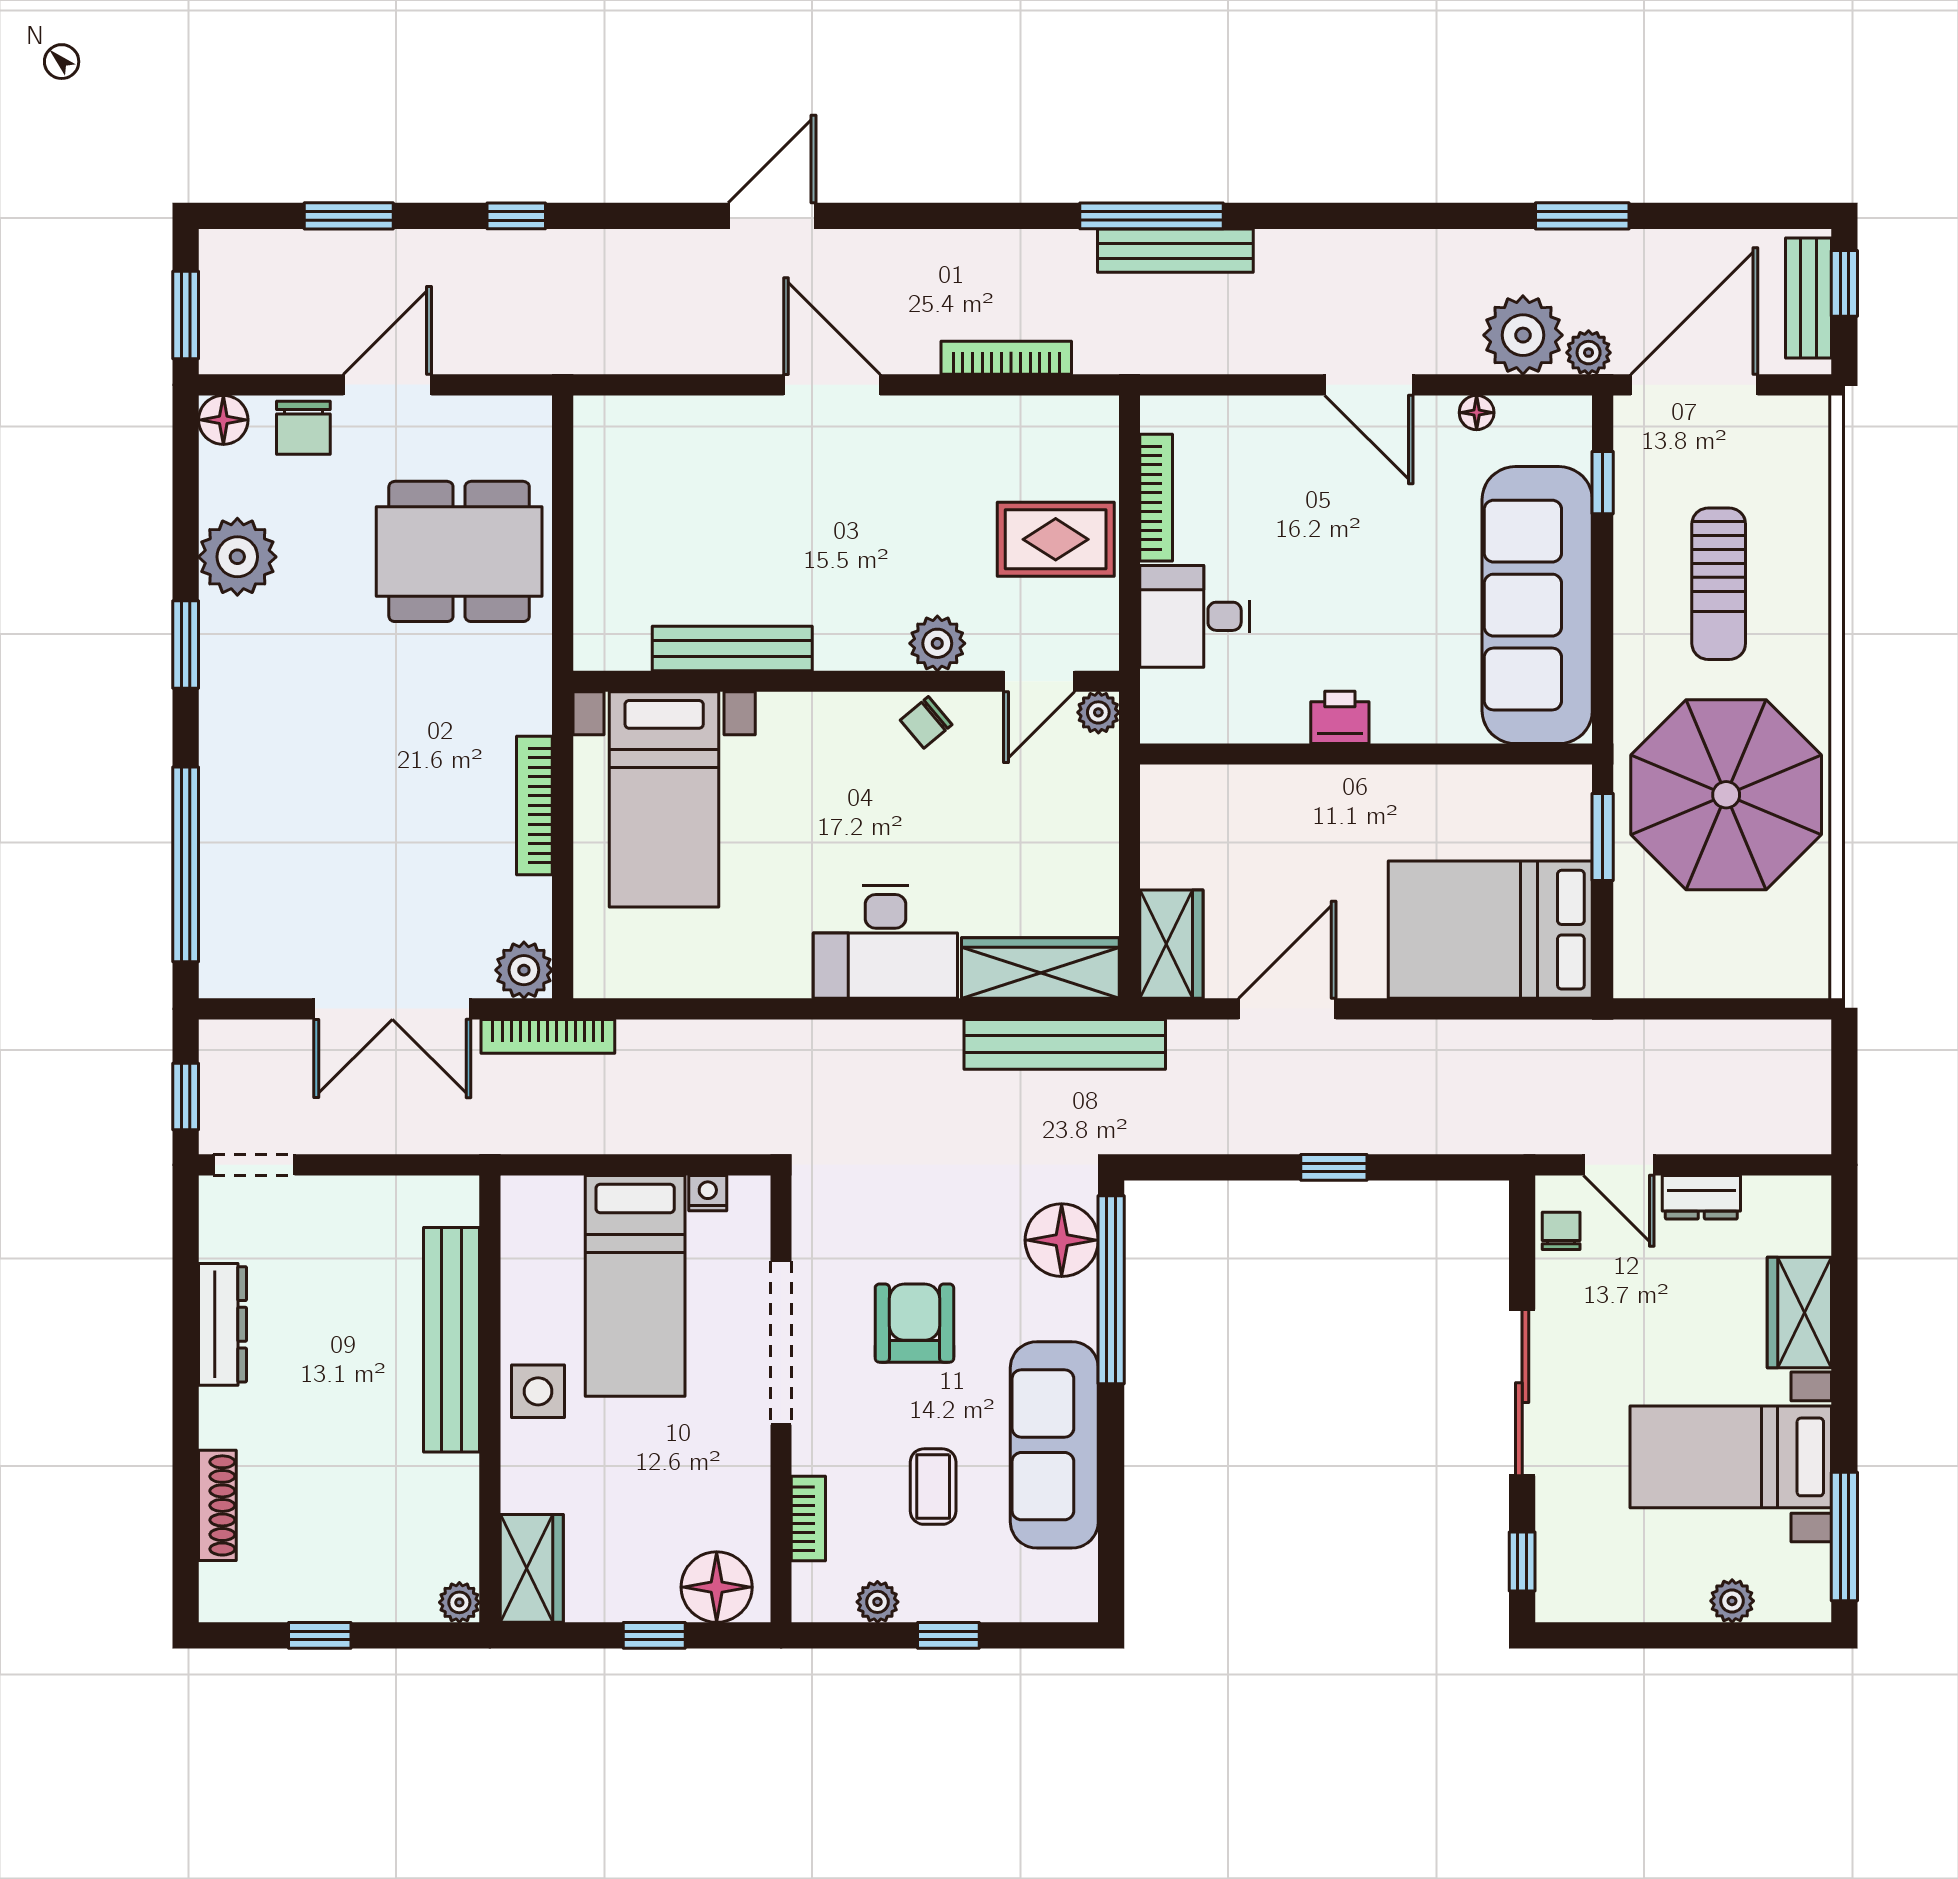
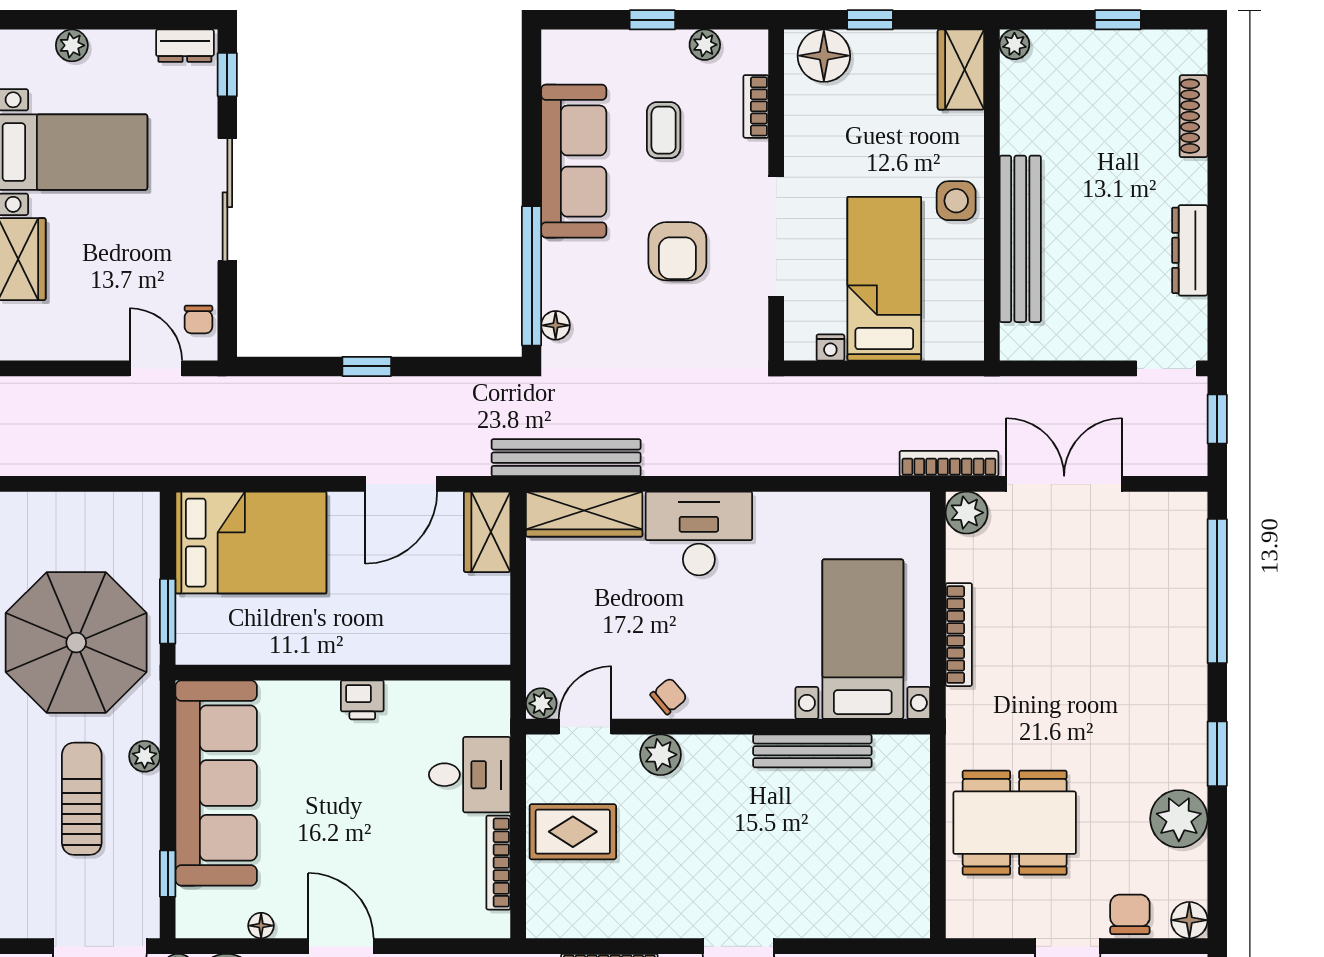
plant: (1634, 641) -> (145, 756), added
dresser: (1701, 1197) -> (185, 46), moved, turned 180
floor lamp: (1062, 1240) -> (556, 325), width x0.53, depth x0.53

